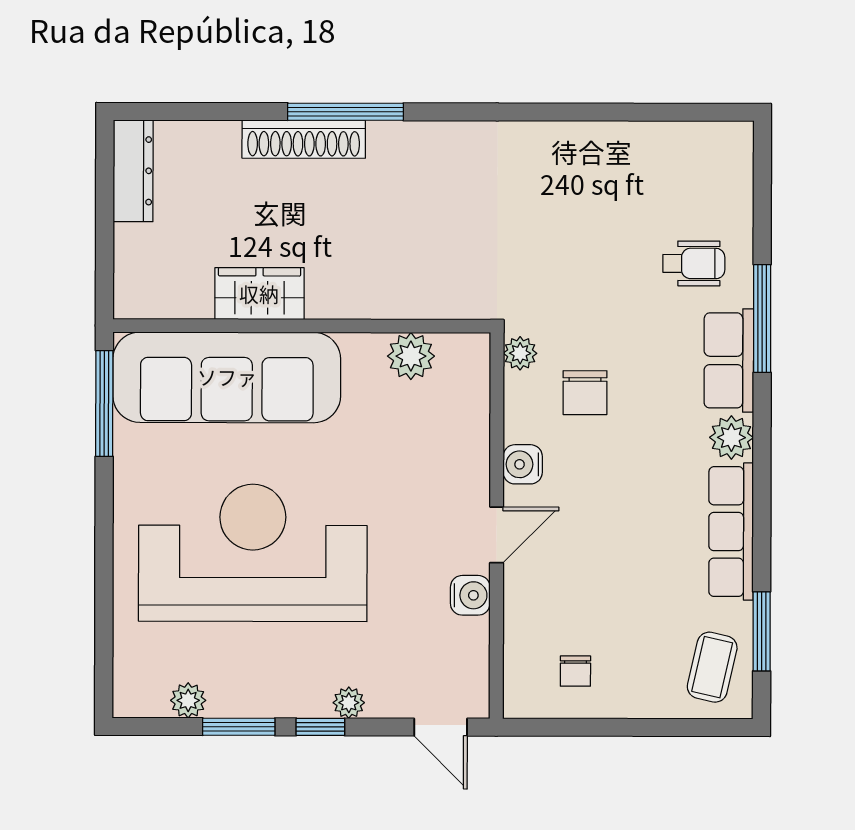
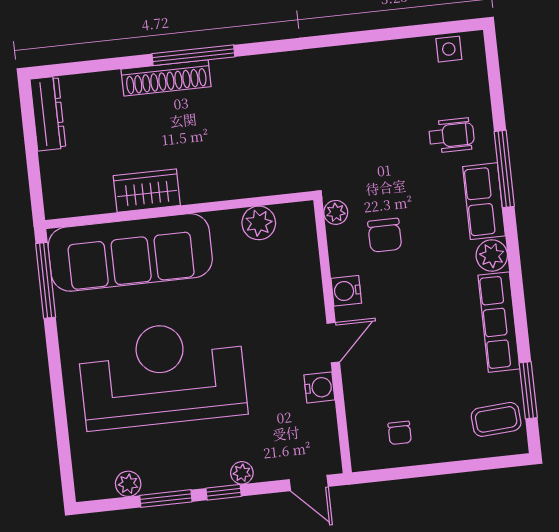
side table: (703, 142) -> (449, 49), added
coffee table: (712, 667) -> (496, 419), turned 73

